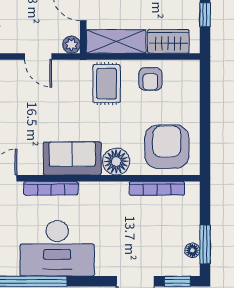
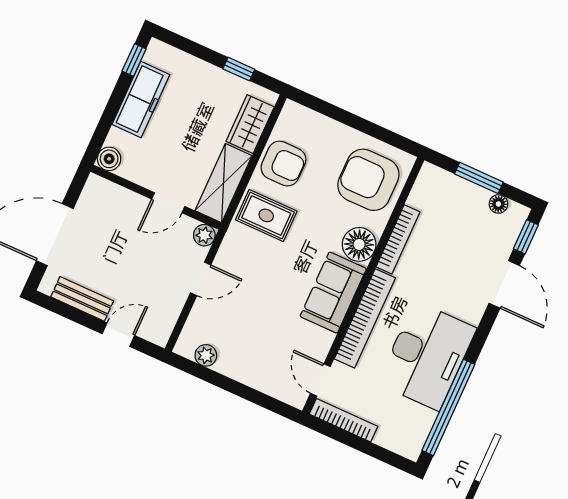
armchair: (150, 79) -> (283, 164), width x1.38, depth x1.38
bookcase: (51, 188) -> (365, 318), width x1.48, depth x1.31
bookcase: (157, 188) -> (398, 239), moved
window: (205, 245) -> (479, 178), moved

